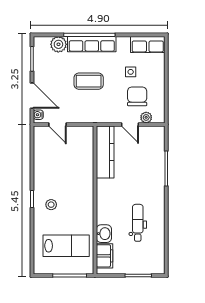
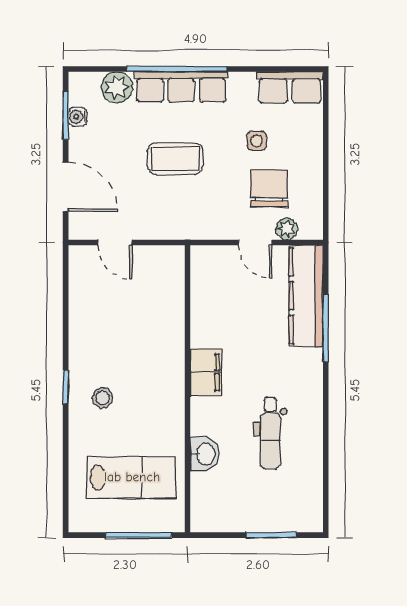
water cooler: (38, 115) -> (78, 117), moved
kitchen counter: (105, 152) -> (306, 296), moved, turned 180
dental chair: (138, 223) -> (270, 433), turned 180
filing cabinet: (104, 256) -> (206, 372), moved

